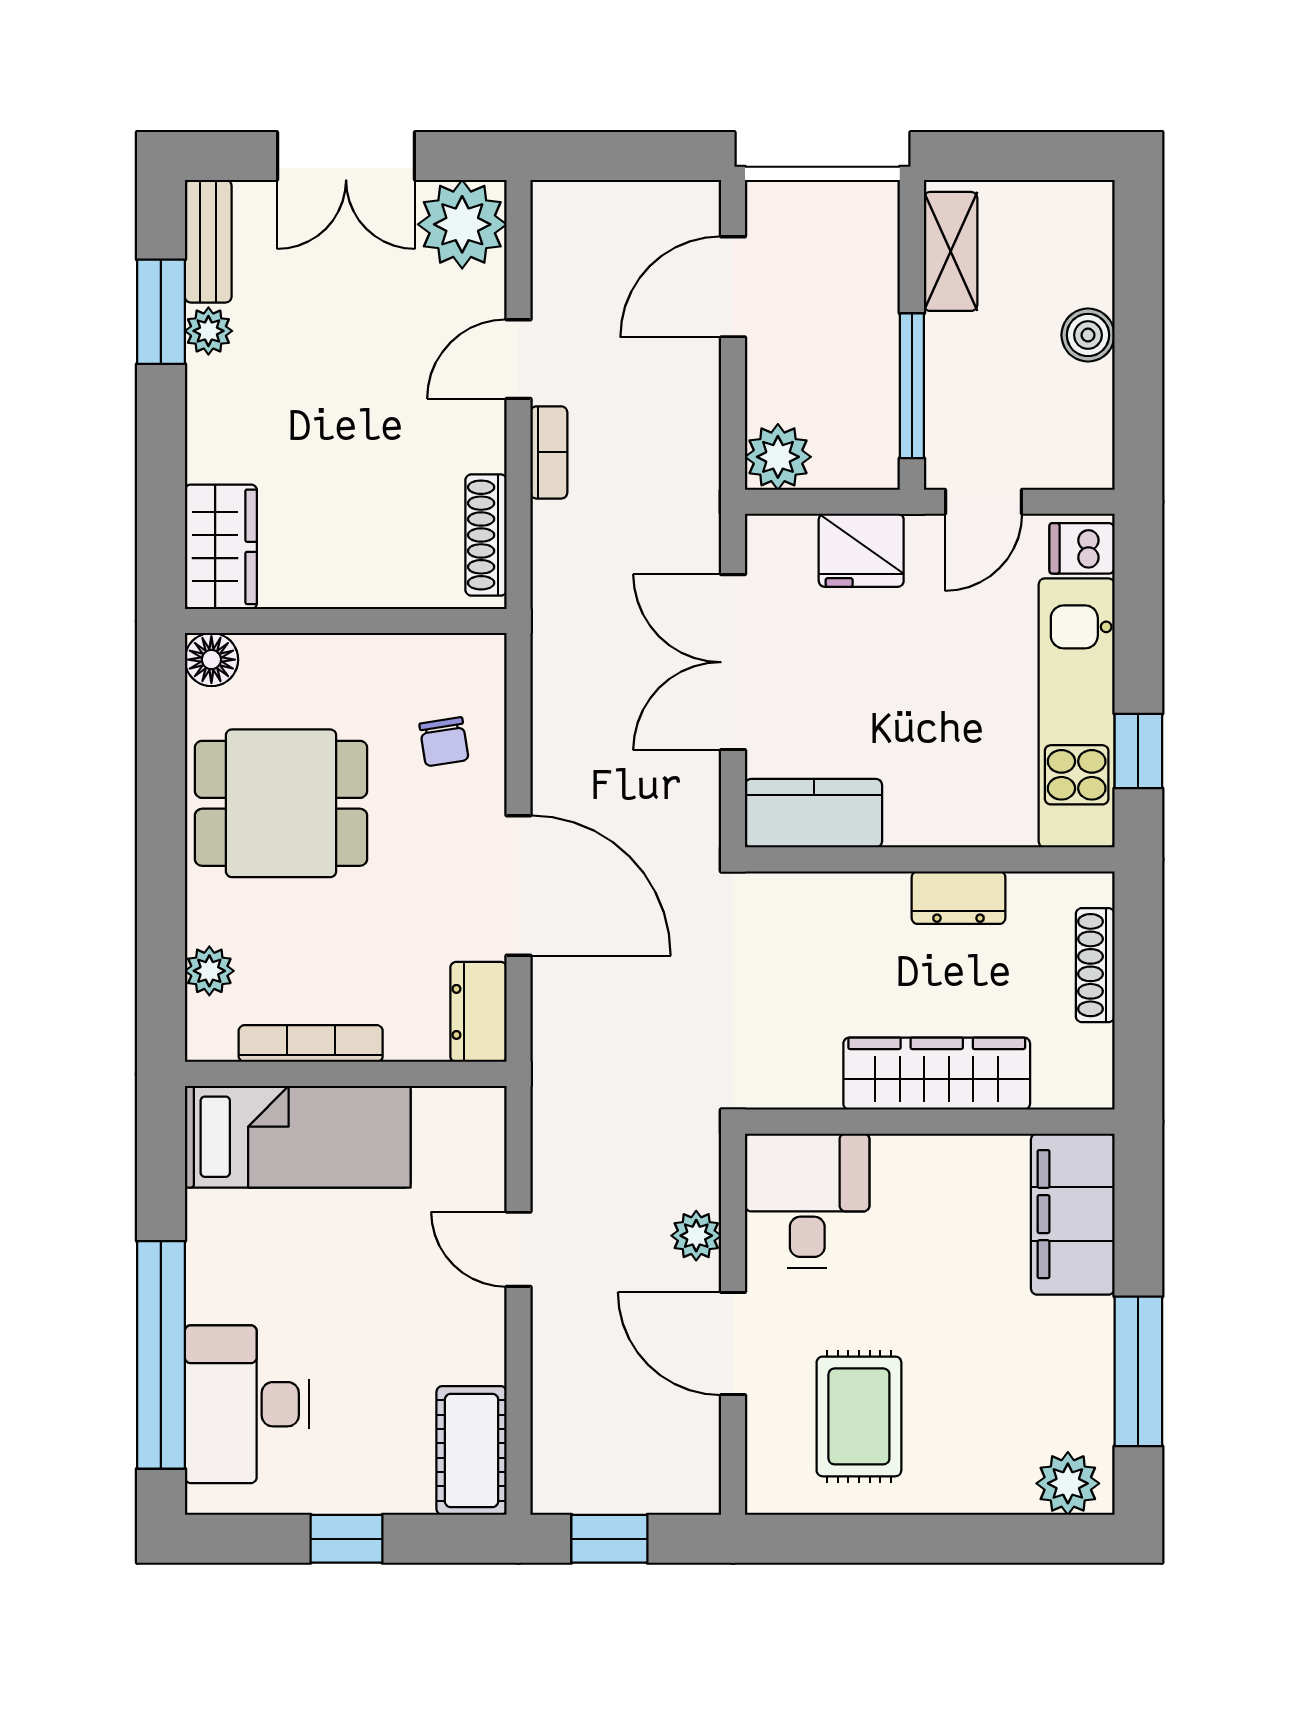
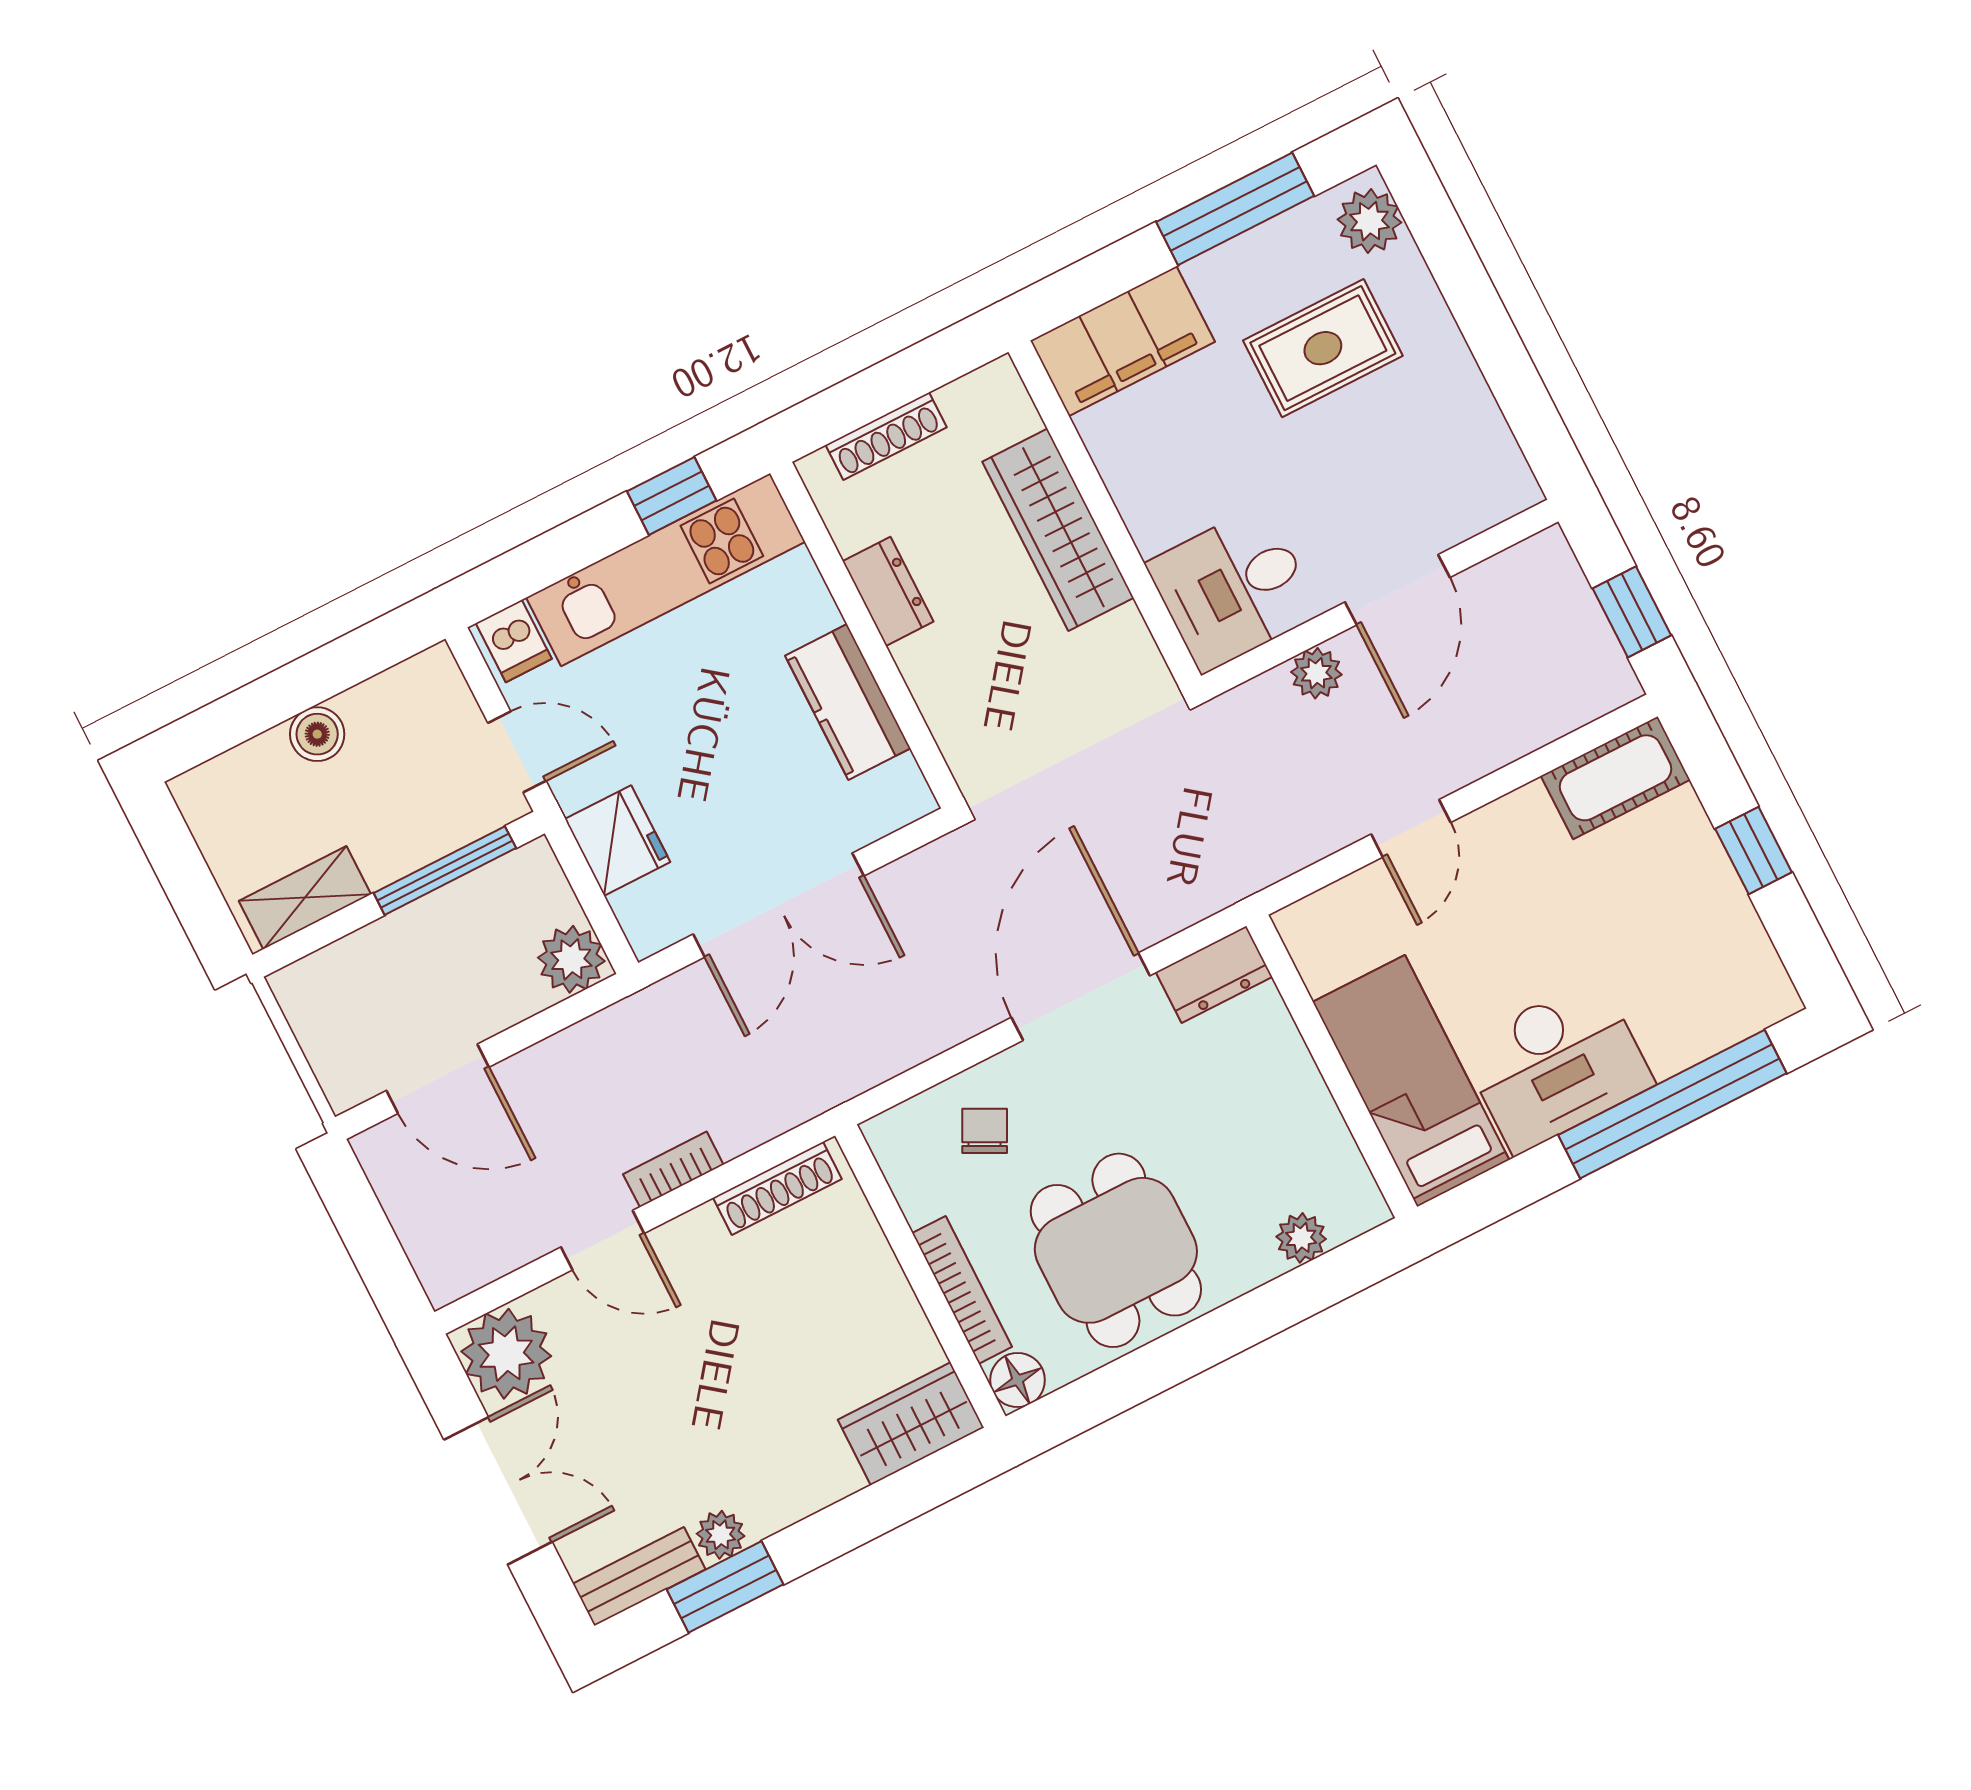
chair: (444, 742) -> (985, 1131), turned -54
kitchen counter: (814, 813) -> (848, 702), moved
bookcase: (311, 1044) -> (962, 1290), moved, turned 180
desk: (247, 1404) -> (1557, 1065), moved
rug: (859, 1416) -> (1323, 348), moved

